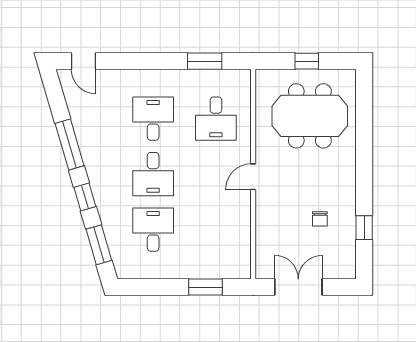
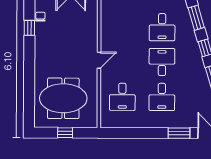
window: (205, 61) -> (179, 133), moved
desk: (216, 119) -> (122, 97), turned 180
chair: (320, 219) -> (40, 17), moved

